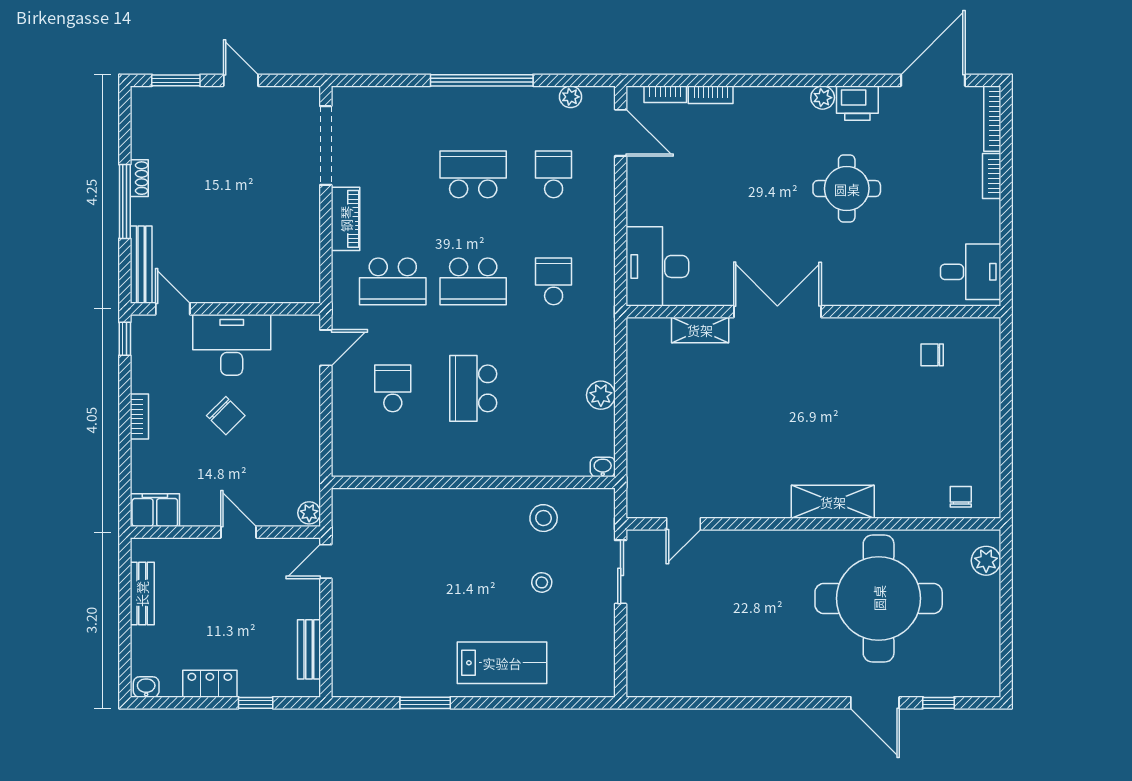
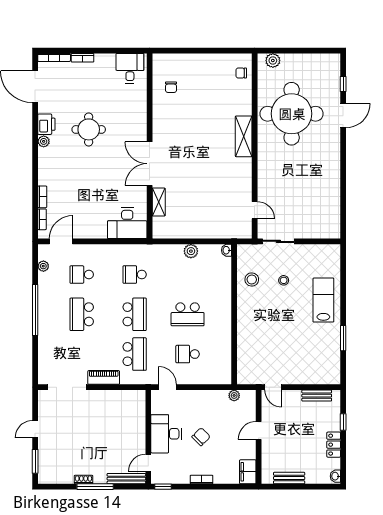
plant: (309, 513) -> (234, 395), moved

